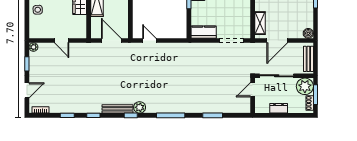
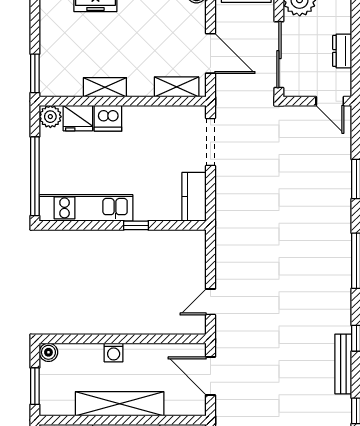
door: (111, 41) -> (210, 376), hinge flipped
door: (253, 90) -> (330, 101), moved
plant: (140, 107) -> (340, 321), removed

